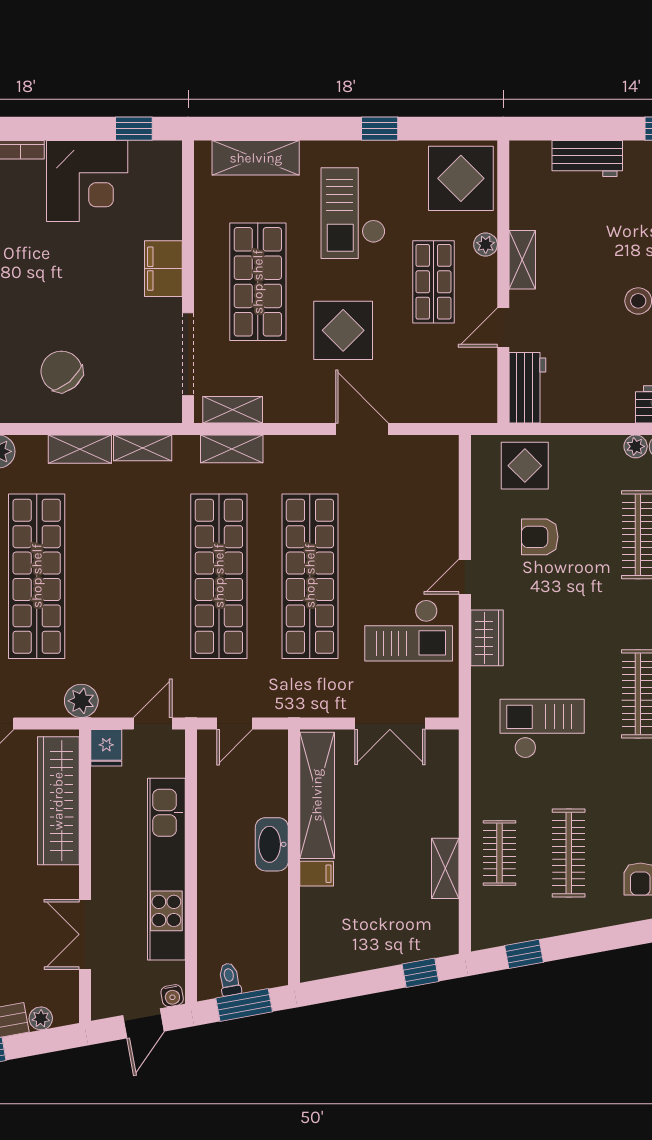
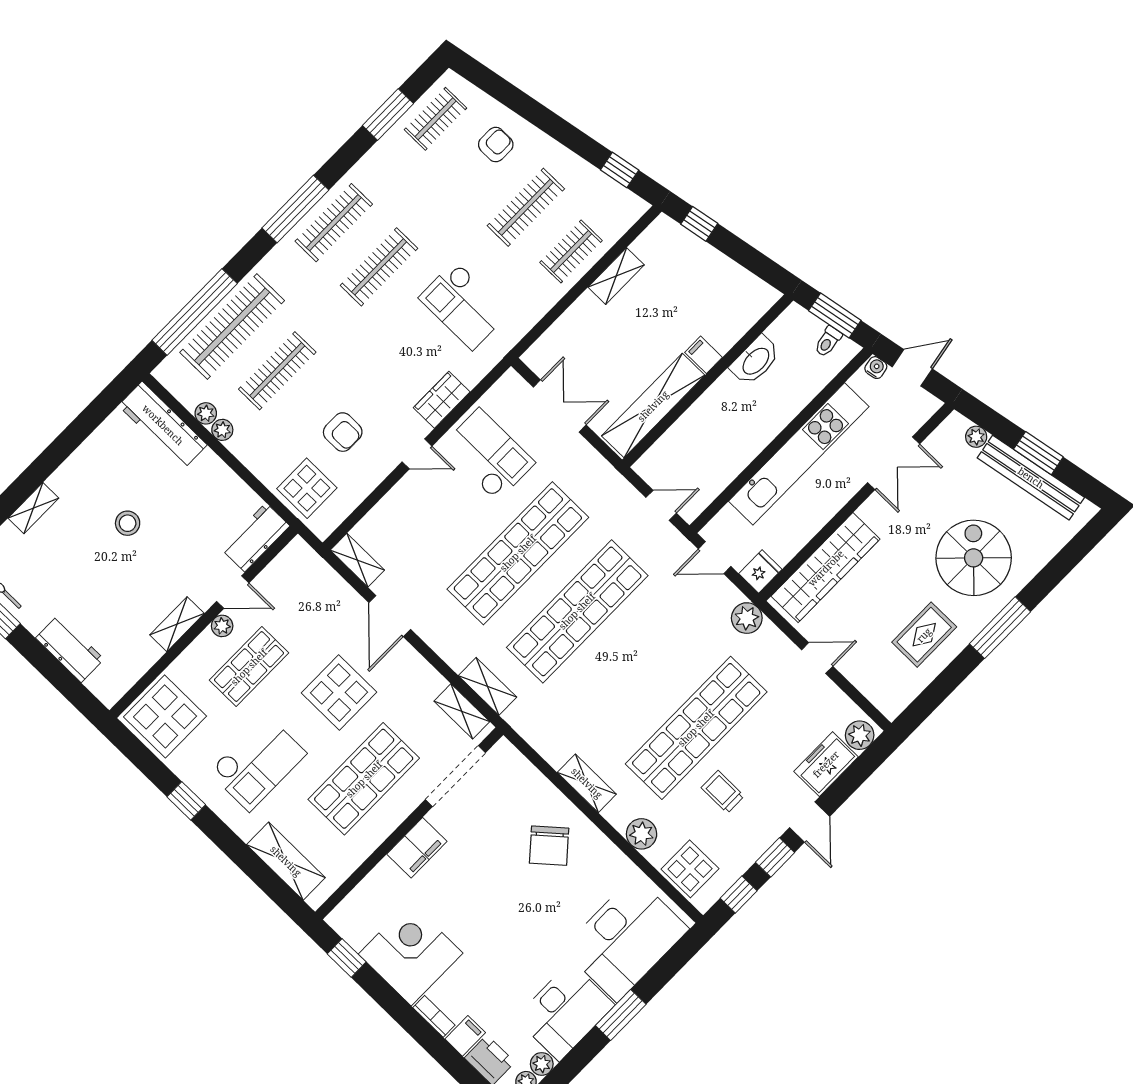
plant: (486, 245) -> (222, 626), moved
shelving: (143, 448) -> (357, 560), moved
washbasin: (272, 844) -> (755, 361), moved

